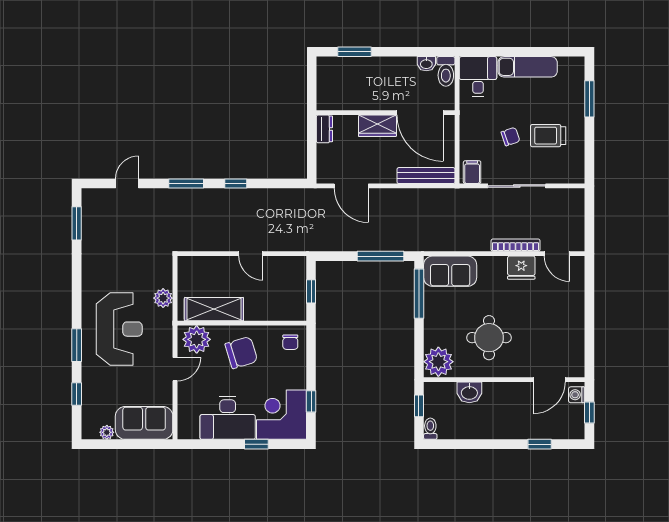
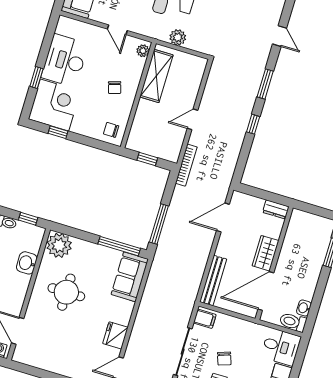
bookcase: (516, 245) -> (186, 165), moved
plant: (197, 339) -> (143, 51), width x0.53, depth x0.53
chair: (241, 353) -> (115, 88), width x0.54, depth x0.54

